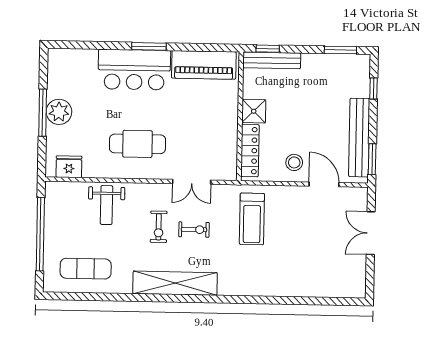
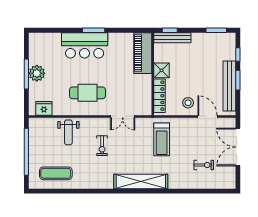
piano: (204, 65) -> (143, 53), moved, turned 90
window: (372, 159) -> (238, 80), moved
exercise bike: (194, 230) -> (204, 165), moved
double door: (371, 233) -> (238, 147), width x1.37
shelving: (175, 283) -> (141, 182), moved

